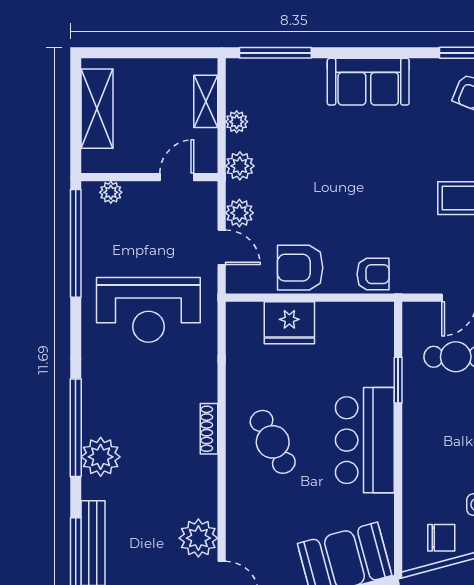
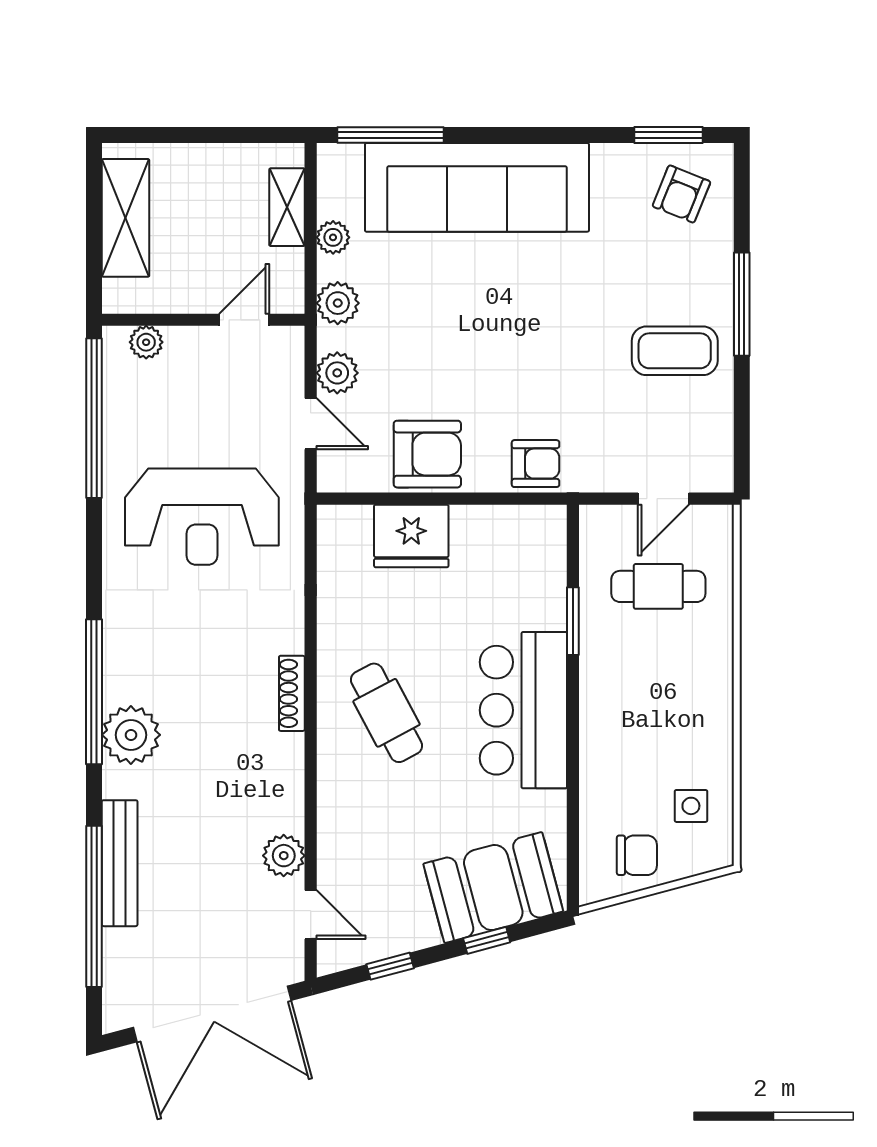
sofa: (368, 82) -> (477, 187), width x1.85, depth x1.27
armchair: (300, 268) -> (427, 454), turned 180
plant: (198, 538) -> (284, 856), width x0.73, depth x0.73

